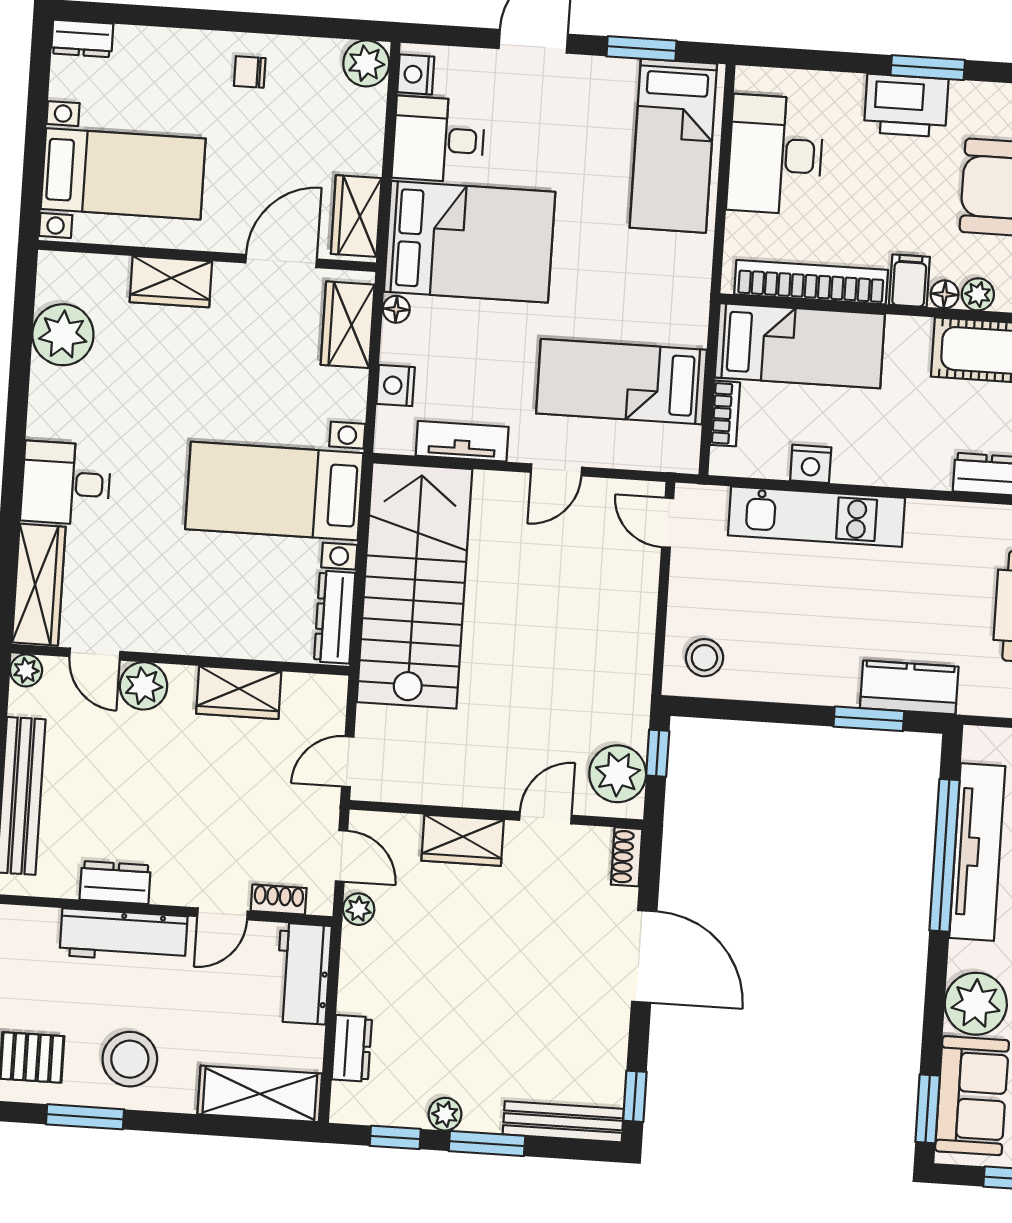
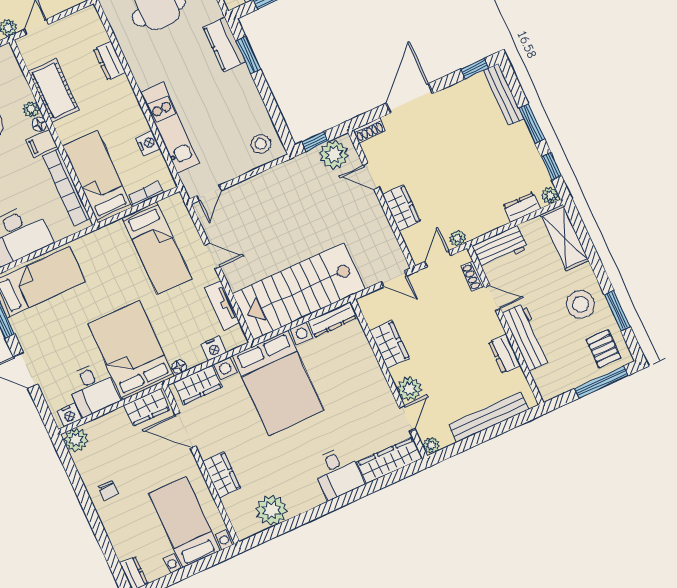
bed with nightstands: (274, 491) -> (278, 383), width x1.36
plant: (445, 1114) -> (550, 196), moved

